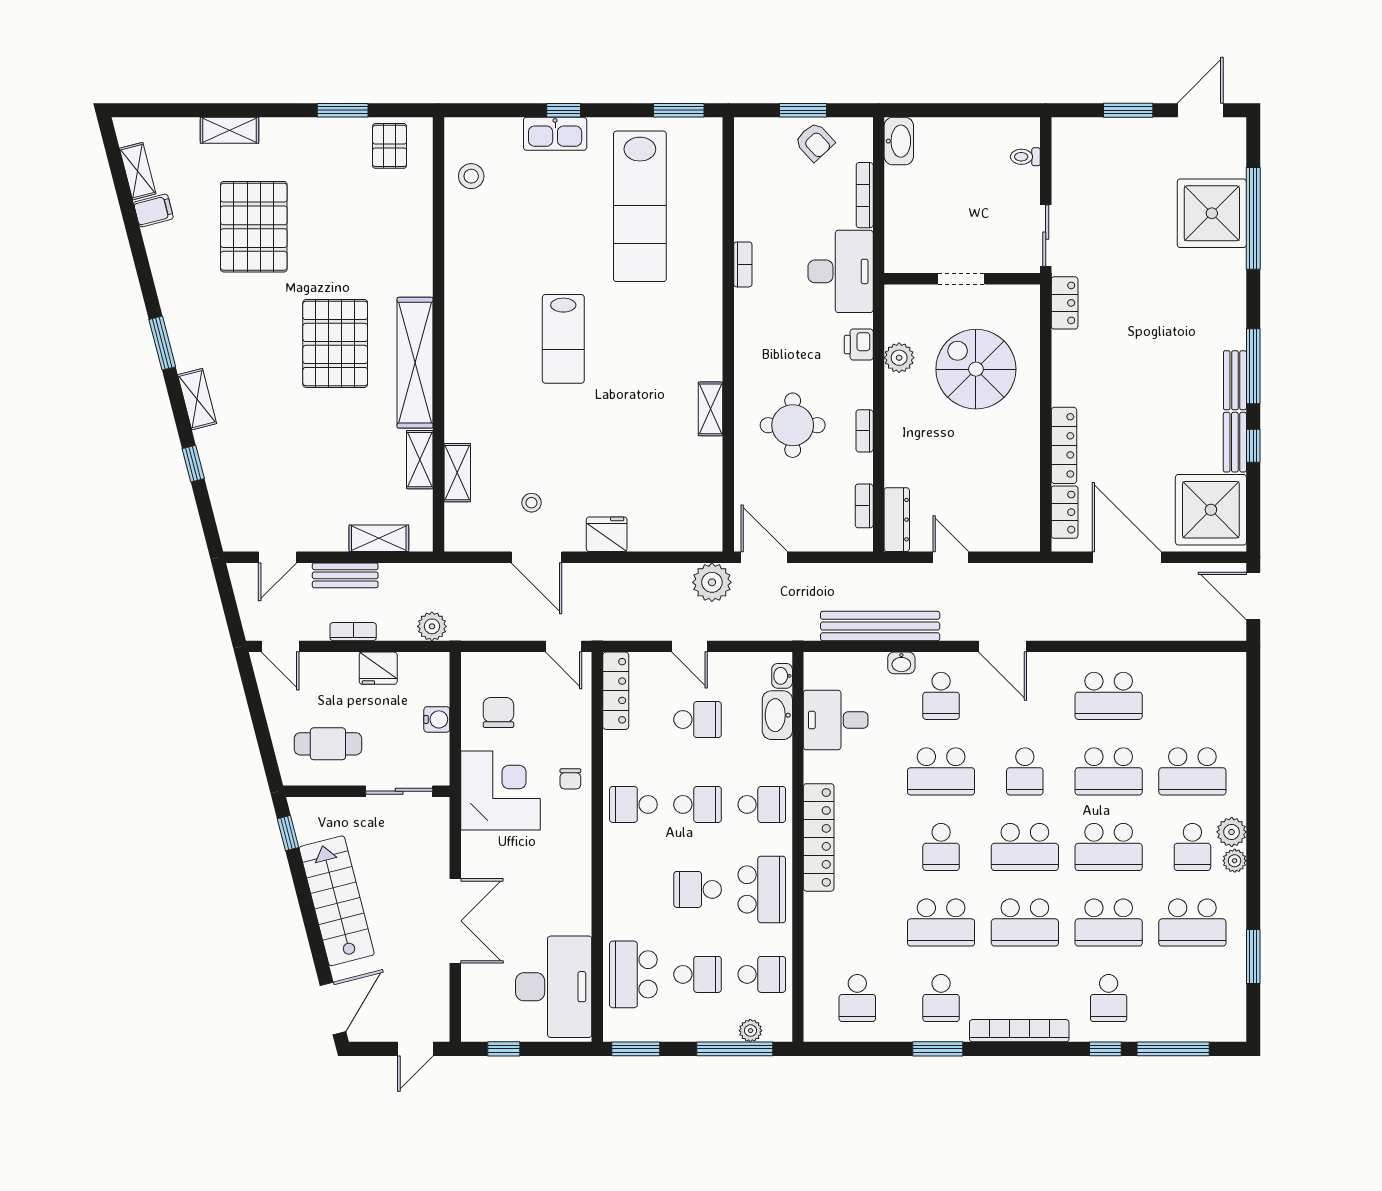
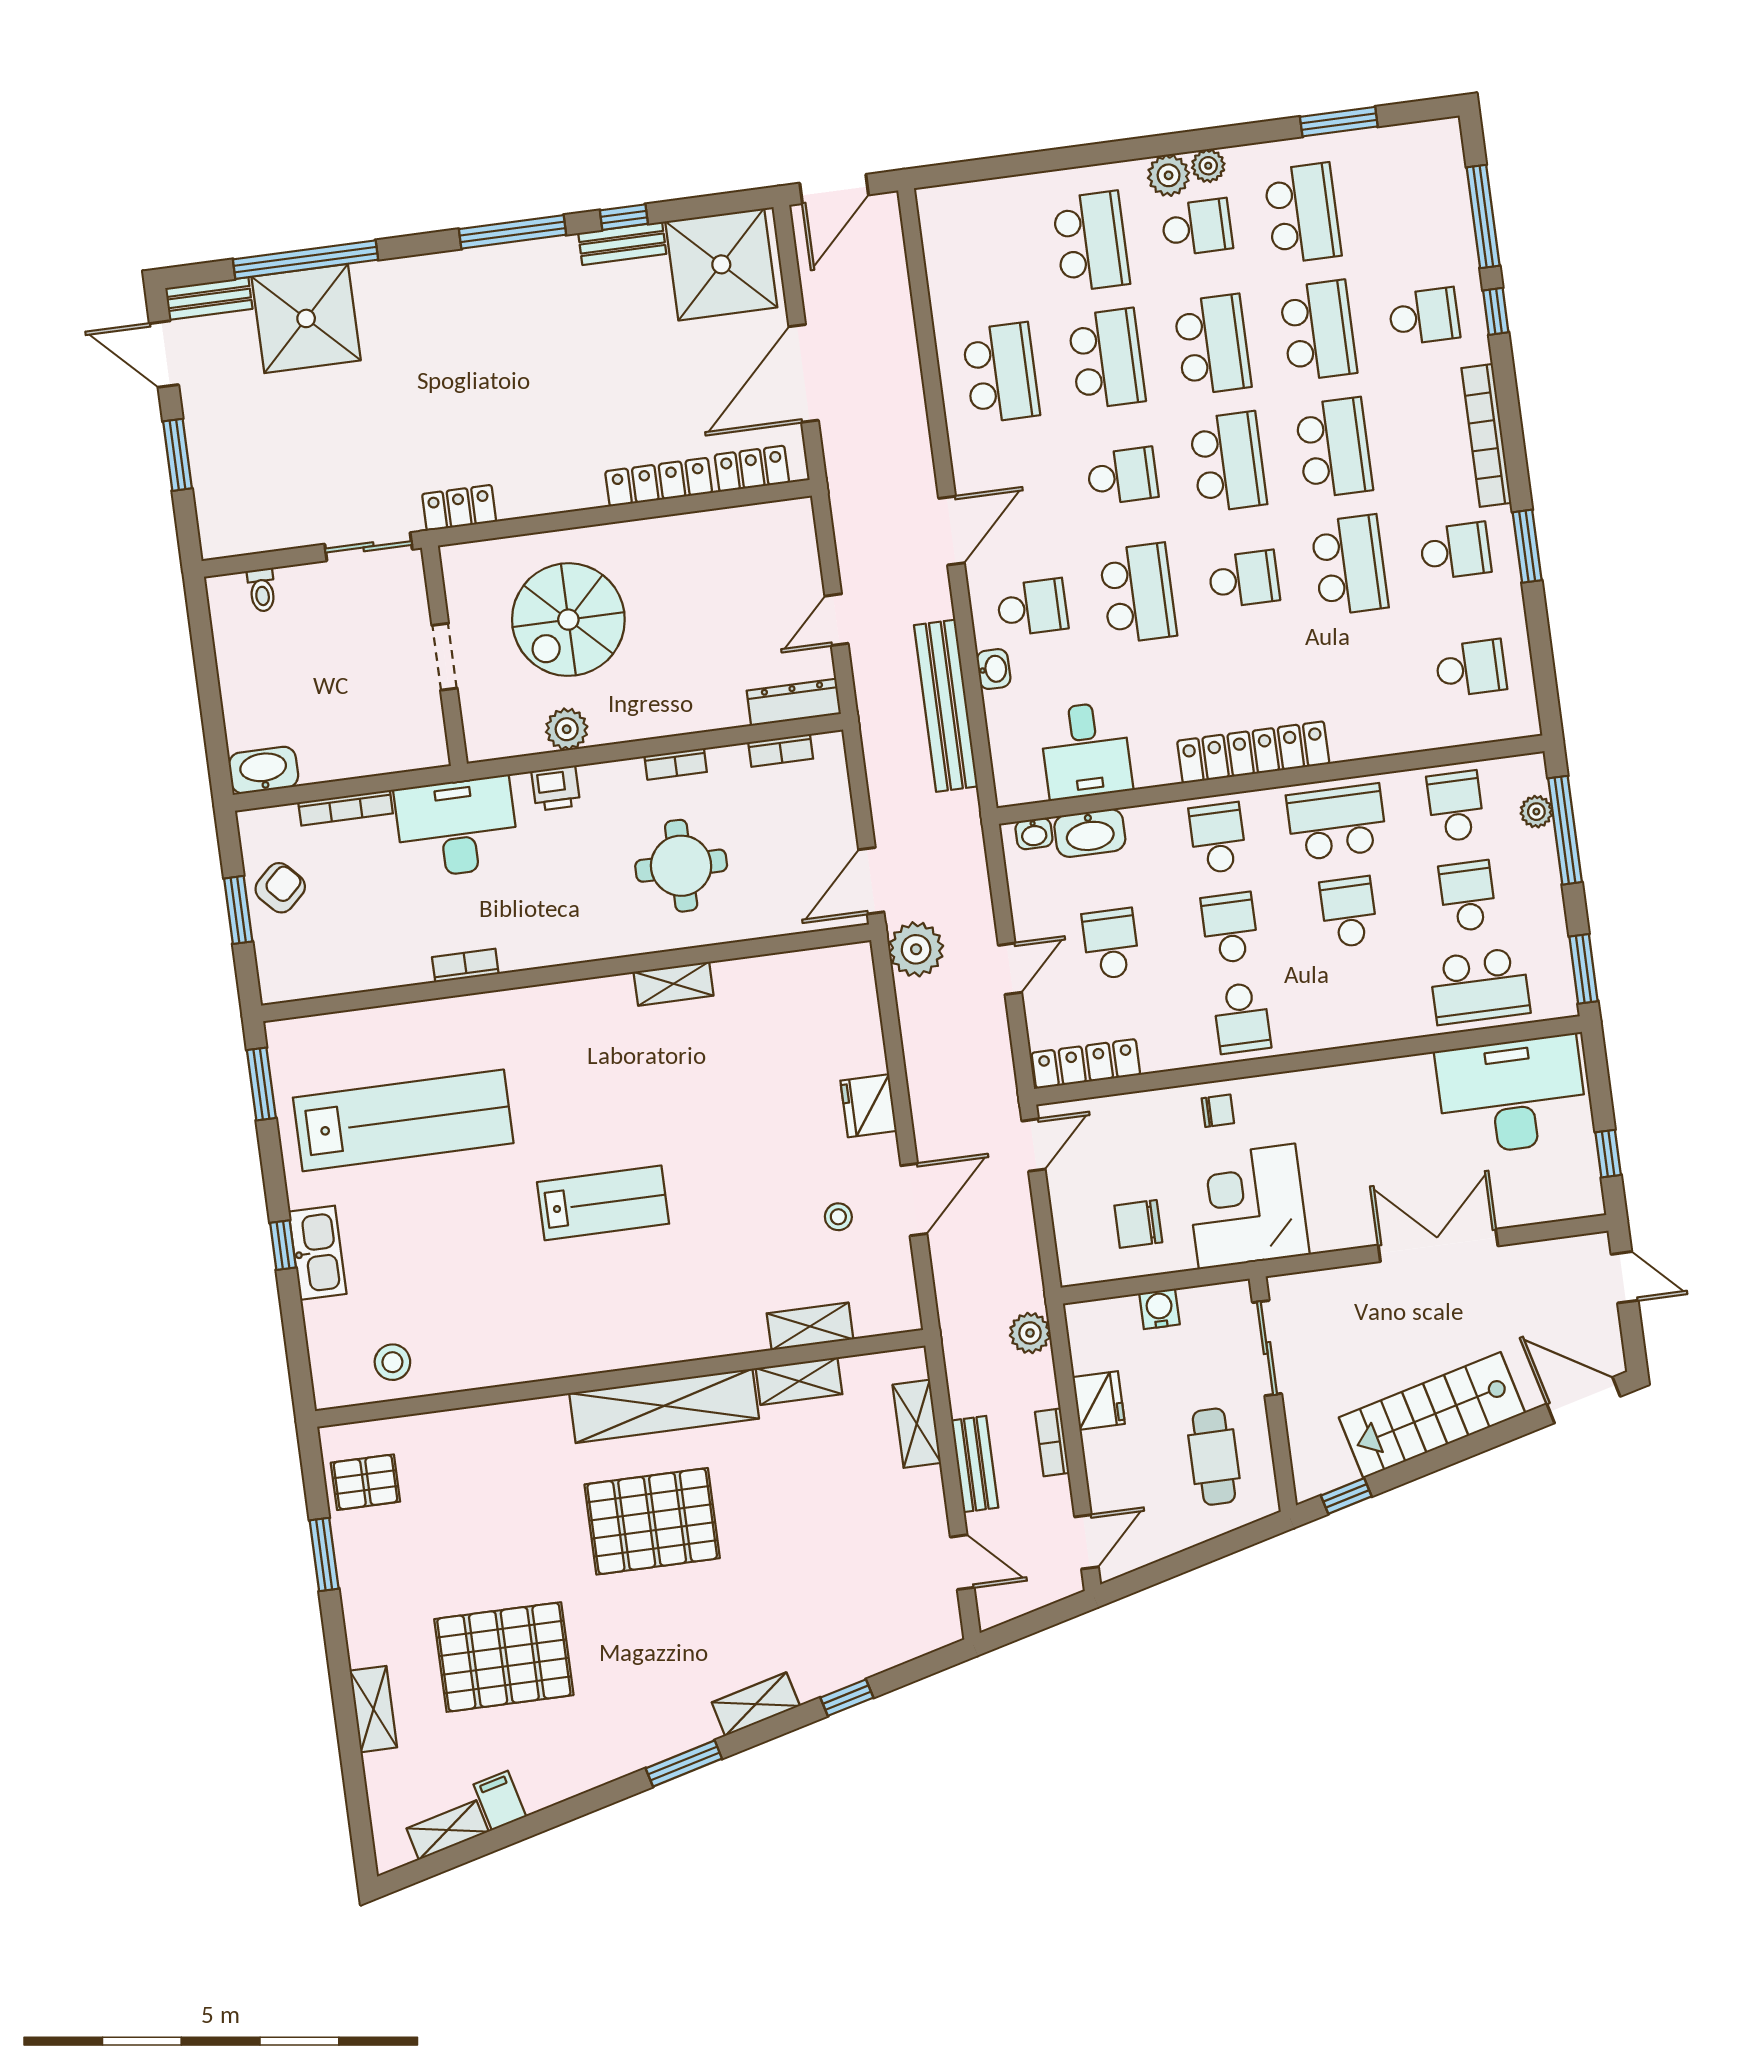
bench: (1235, 380) -> (209, 298), moved
school desk: (698, 889) -> (1349, 912), turned 180

